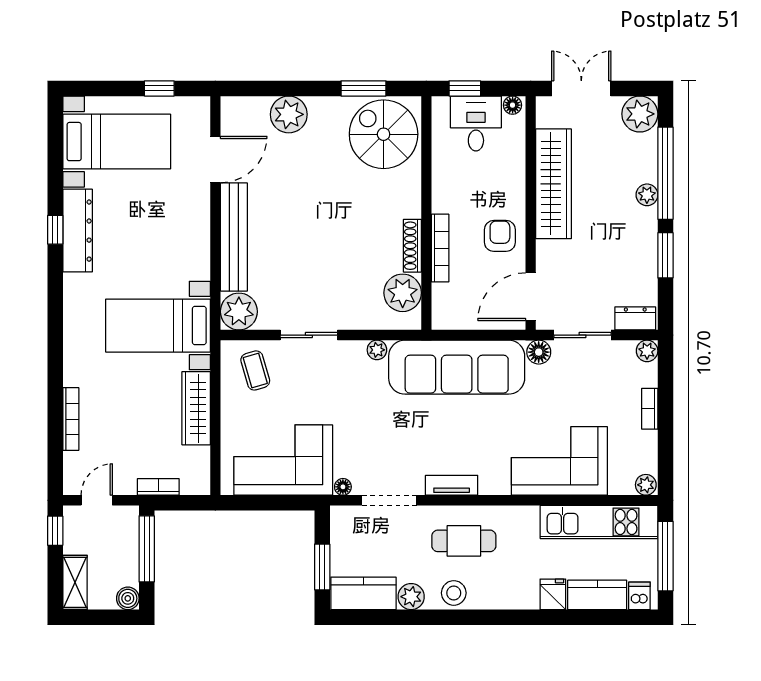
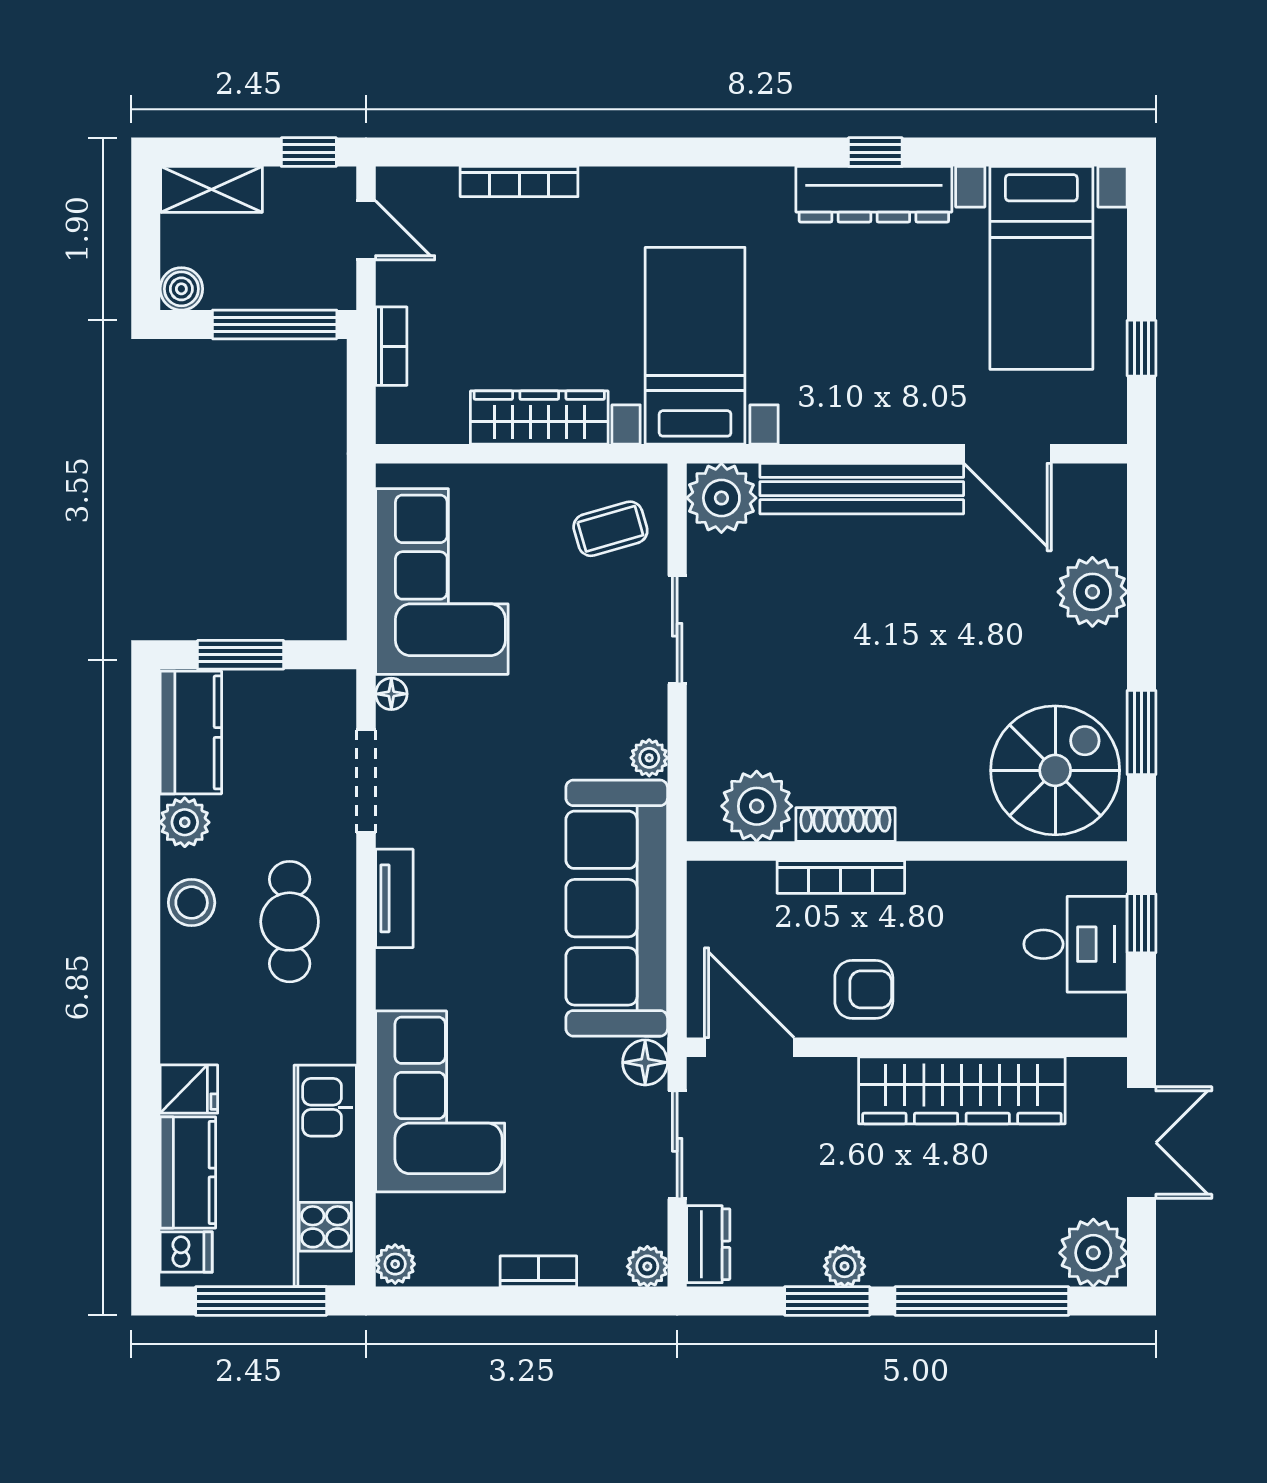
floor lamp: (513, 105) -> (1110, 1013), removed
plant: (647, 195) -> (845, 1266), moved

